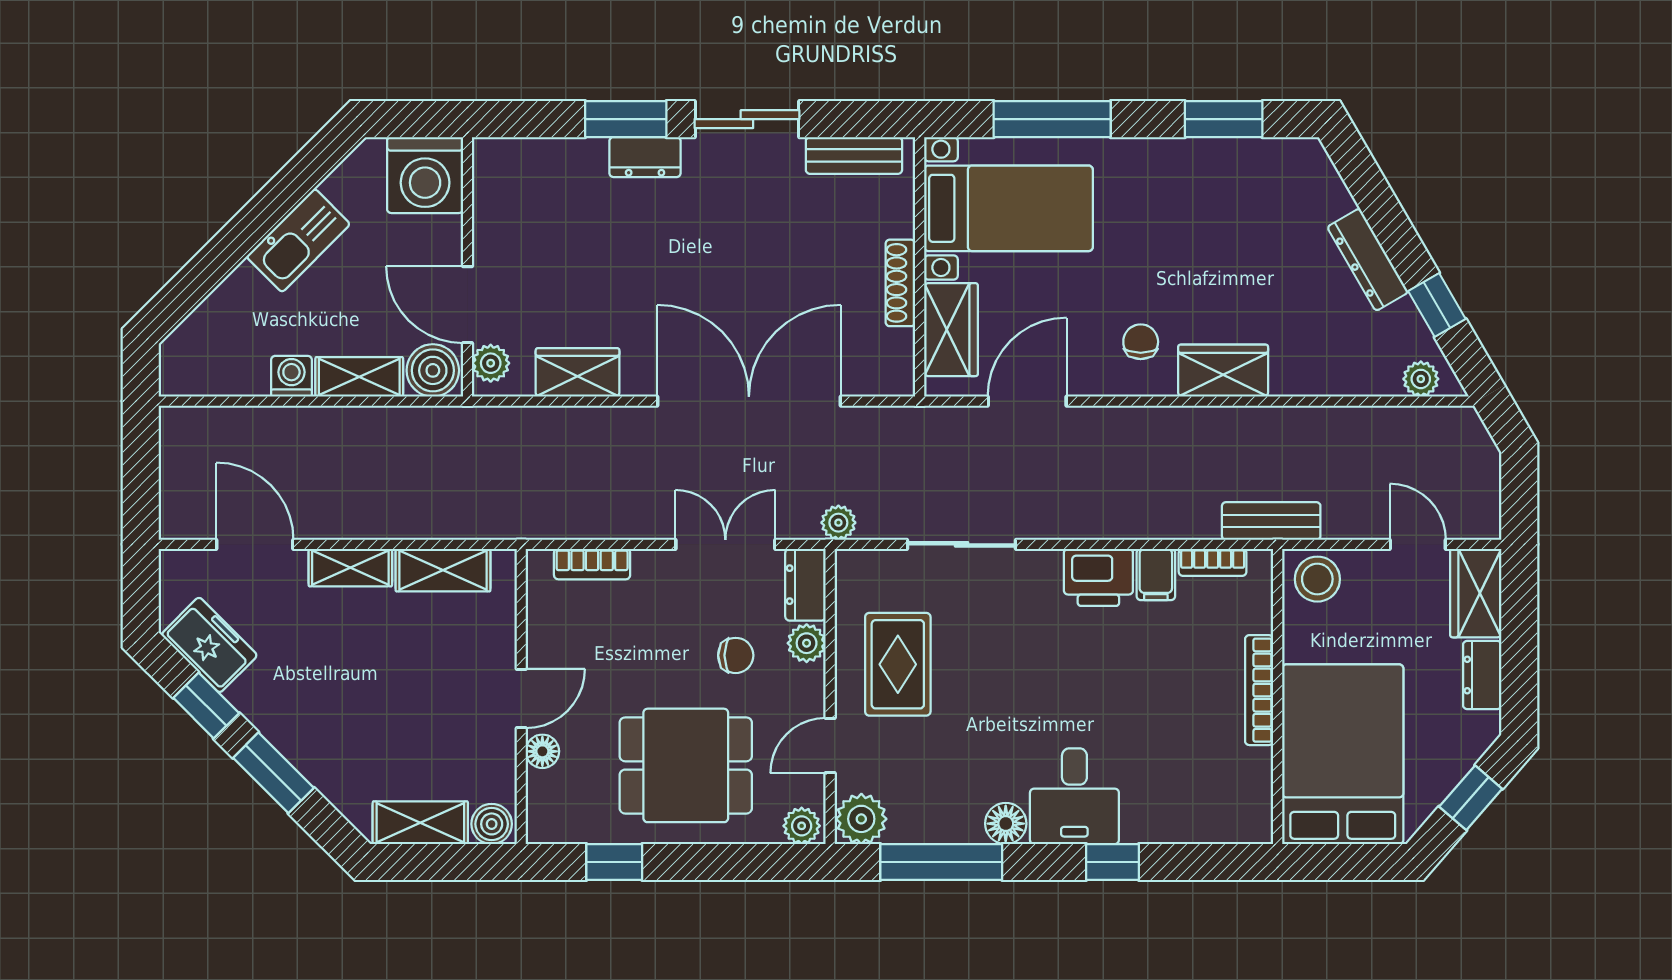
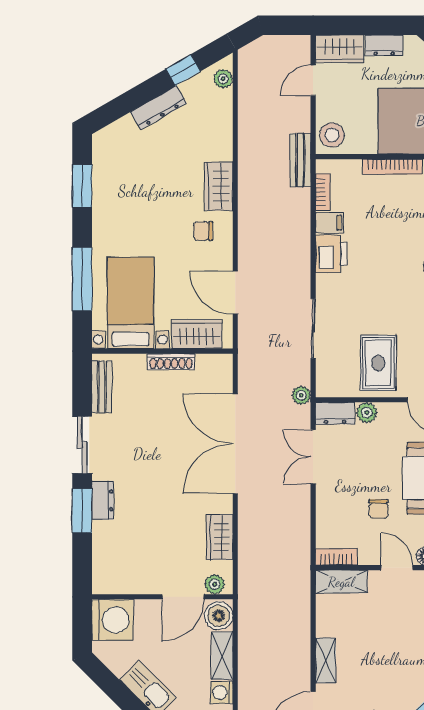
bookcase: (592, 564) -> (336, 557), moved, turned -90
shelving: (443, 570) -> (341, 582), moved, turned 90
chair: (736, 655) -> (378, 509), moved, turned 180
rug: (898, 664) -> (378, 363), turned 90

